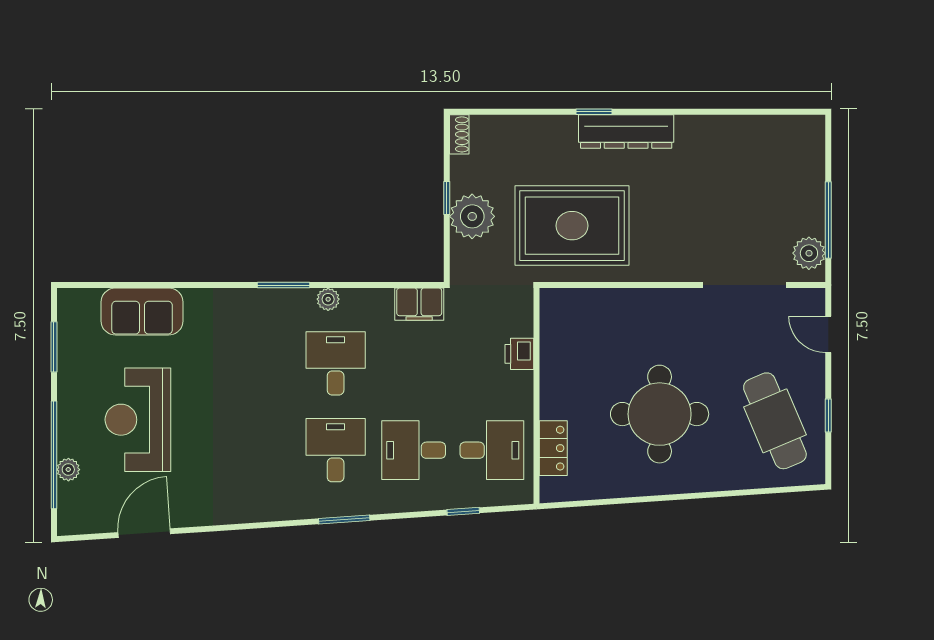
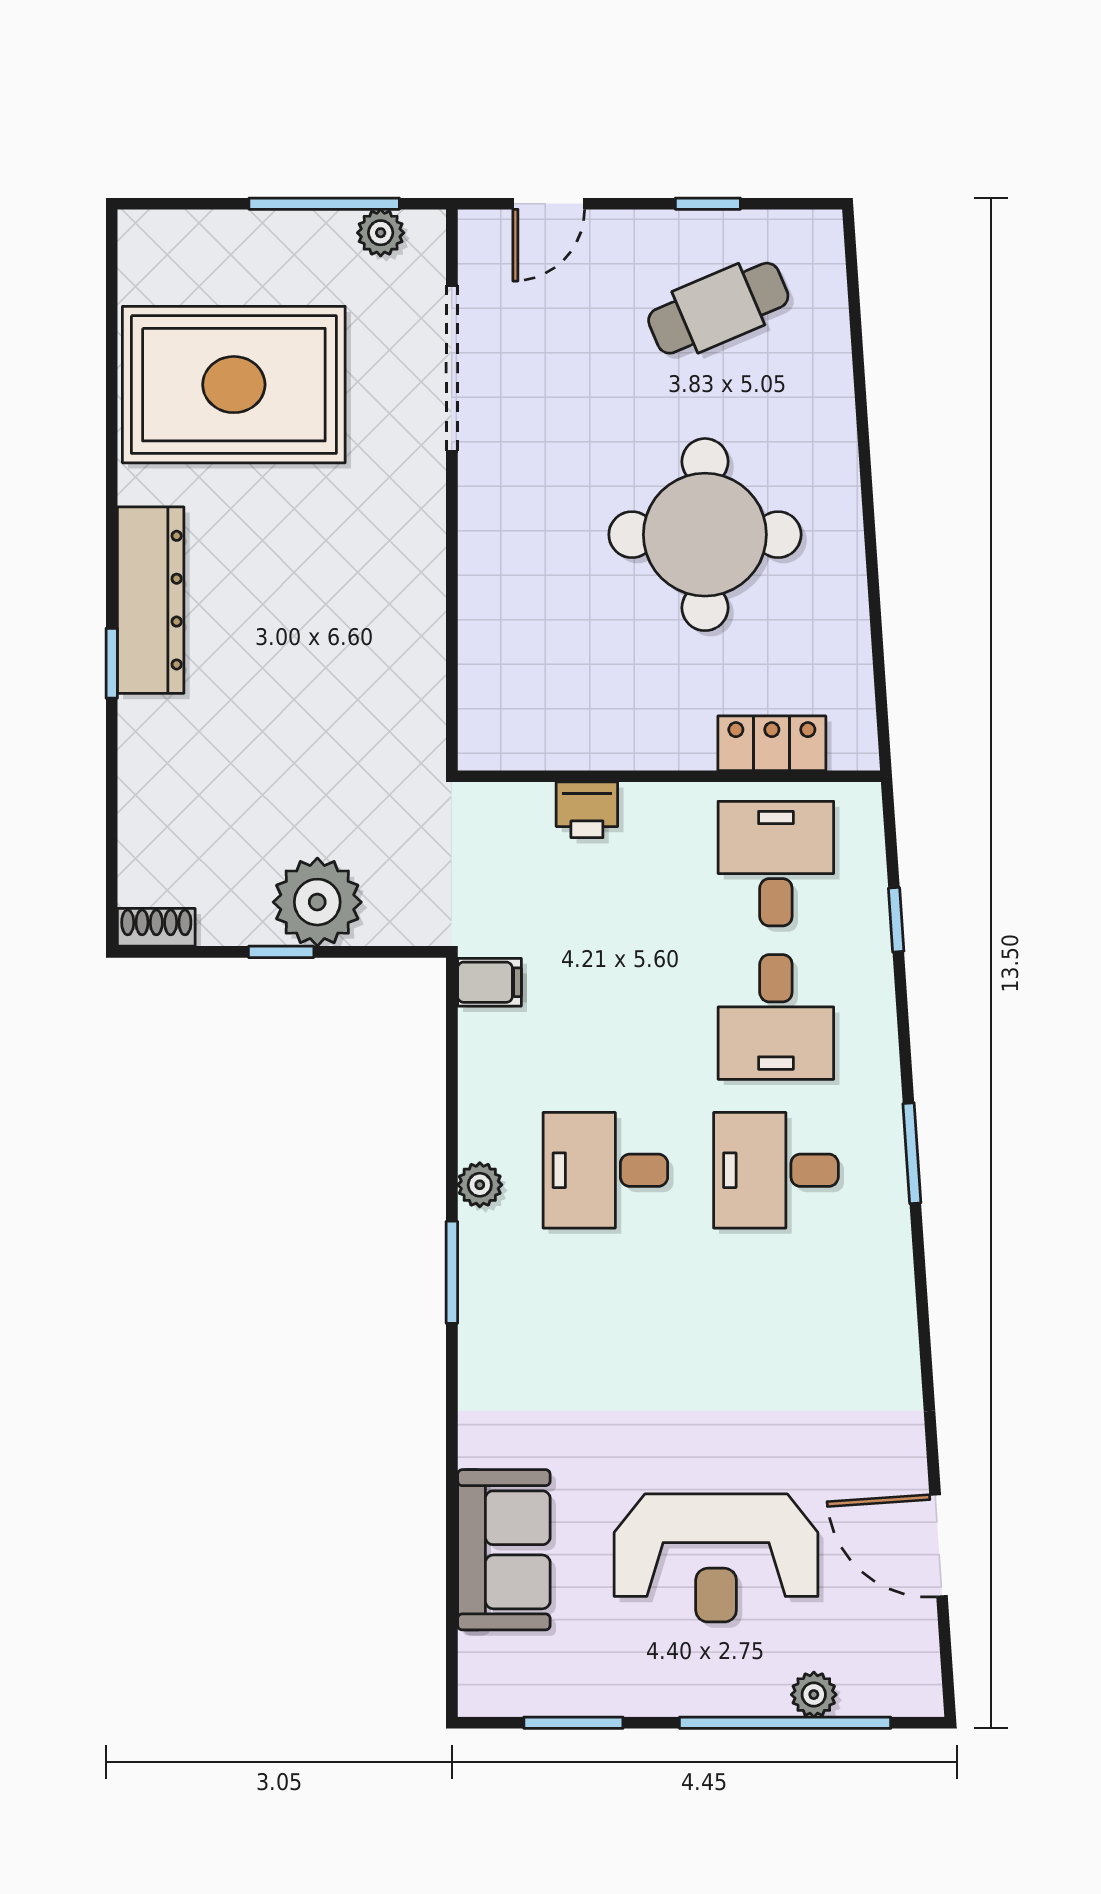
rug: (572, 226) -> (234, 385), moved, turned 90
plant: (809, 253) -> (381, 233), width x0.73, depth x0.73
filing cabinet: (419, 304) -> (489, 982), width x0.50
cafe table: (775, 421) -> (718, 308), width x0.73, depth x0.74

